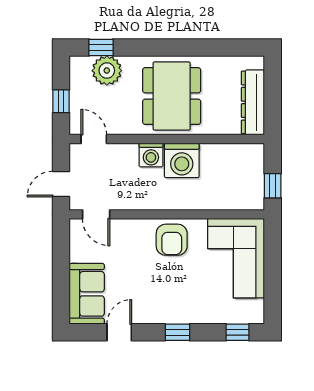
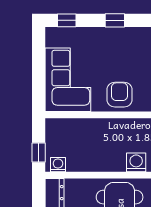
washing machine: (182, 160) -> (58, 165), moved, width x0.53, depth x0.53
window: (273, 186) -> (39, 152), moved

